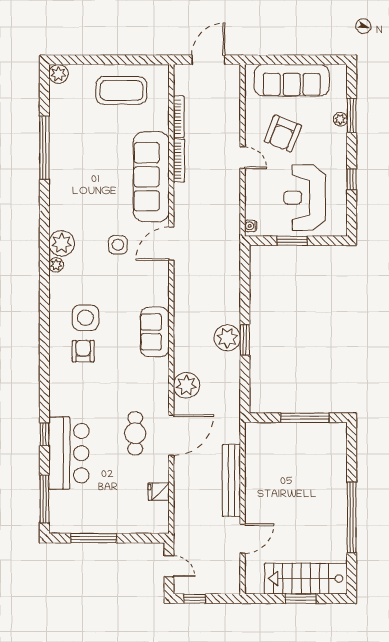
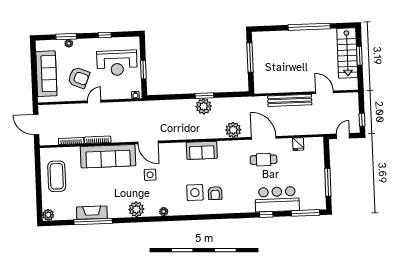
fireplace: (59, 146) -> (92, 213), added
plant: (62, 243) -> (136, 209), moved
armchair: (83, 351) -> (215, 193), turned -90

